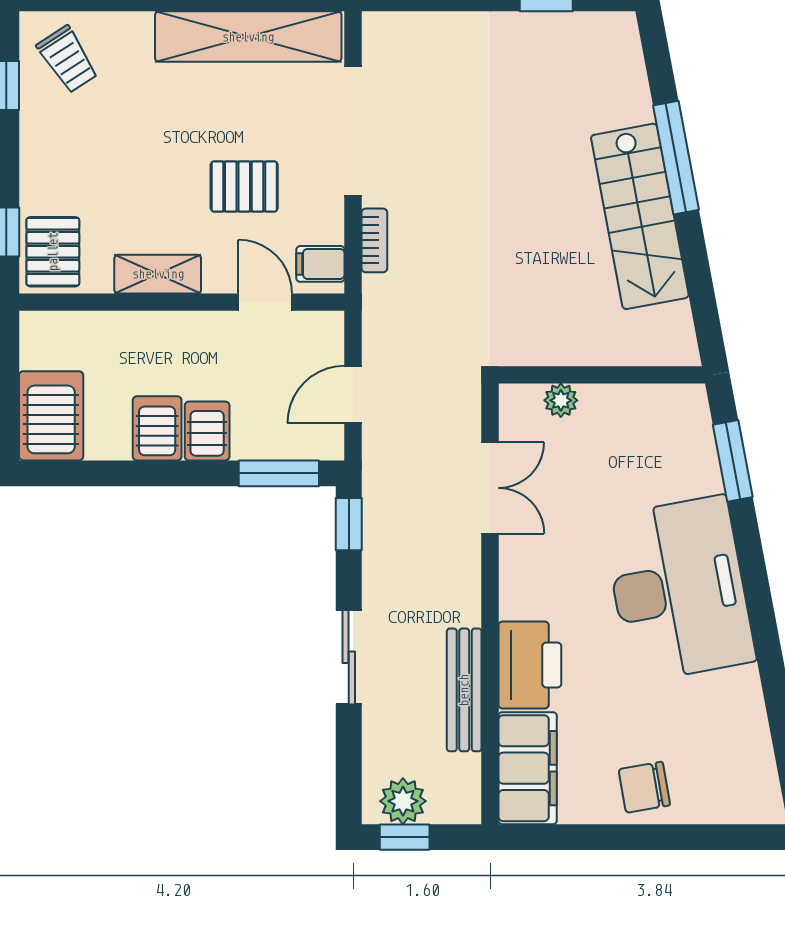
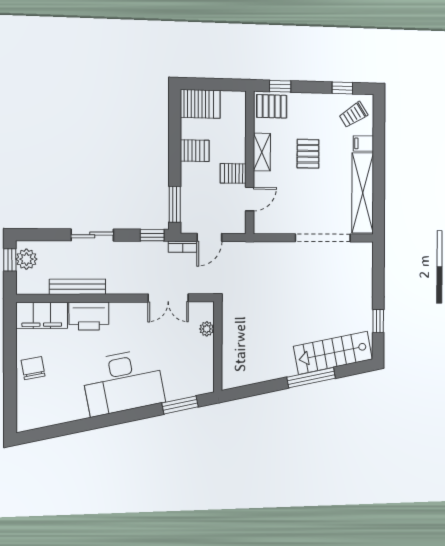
pallet: (244, 187) -> (308, 154), moved
stairs: (640, 216) -> (333, 353), moved
bookcase: (374, 240) -> (183, 247), moved
filing cabinet: (320, 264) -> (363, 144), moved, turned -90
door: (353, 394) -> (209, 237), swing flipped
server rack: (207, 431) -> (233, 173), moved, turned 180

